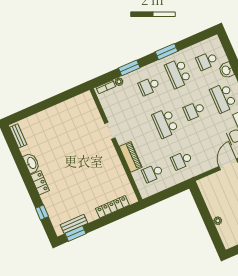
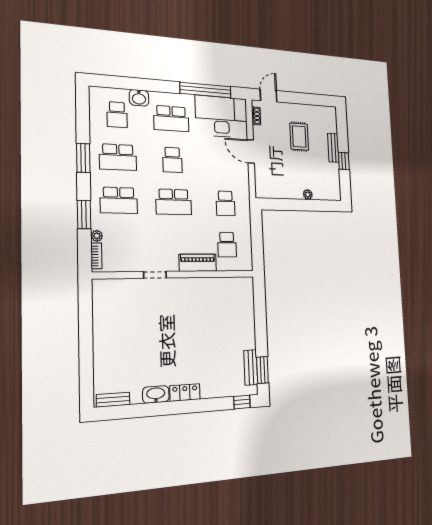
school desk: (149, 86) -> (119, 200), width x1.85
locker: (112, 207) -> (248, 311), removed
window: (42, 212) -> (242, 402), moved

